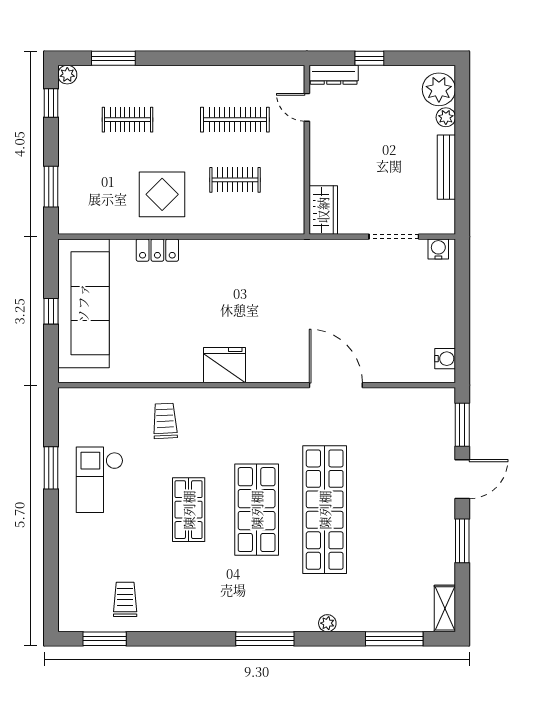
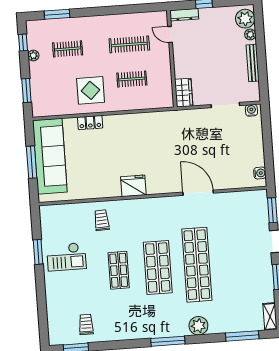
plant: (67, 75) -> (33, 55), moved
window: (51, 311) -> (32, 162), width x2.17
checkout: (100, 480) -> (66, 257), turned -90
plant: (327, 623) -> (198, 326), width x1.88, depth x1.88

